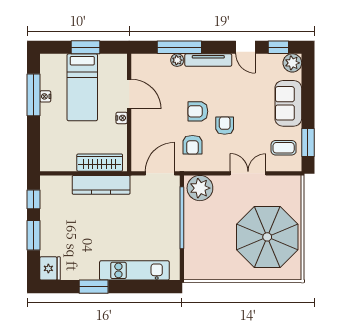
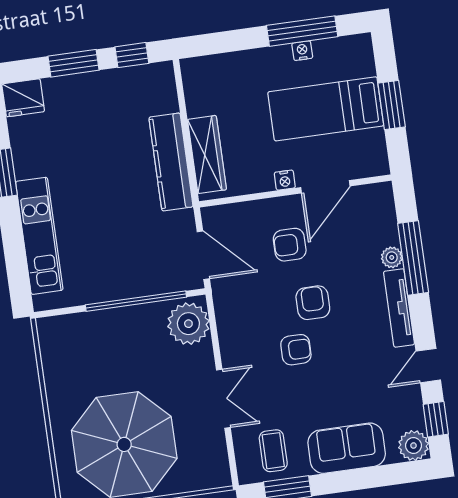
armchair: (192, 145) -> (290, 245), moved

